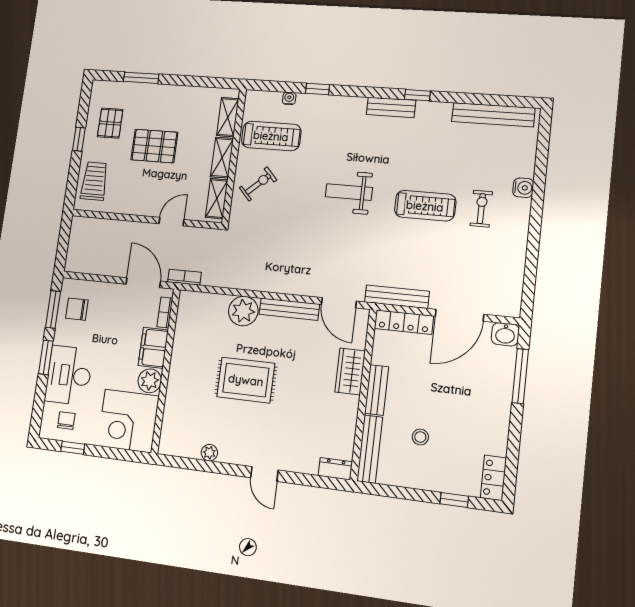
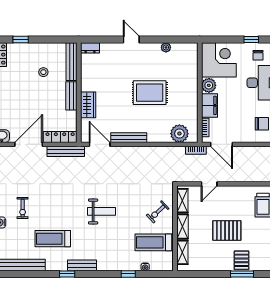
pallet: (110, 123) -> (241, 260), moved
treadmill: (425, 206) -> (53, 239), moved
plant: (243, 311) -> (179, 134), moved

